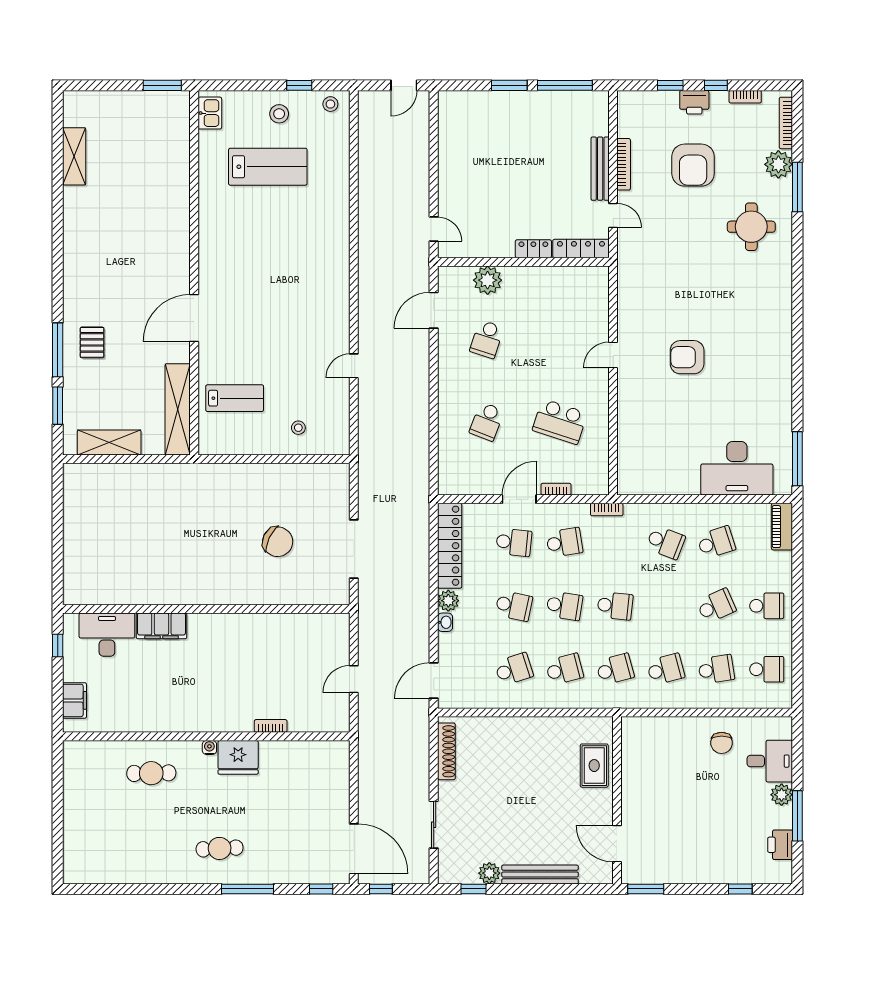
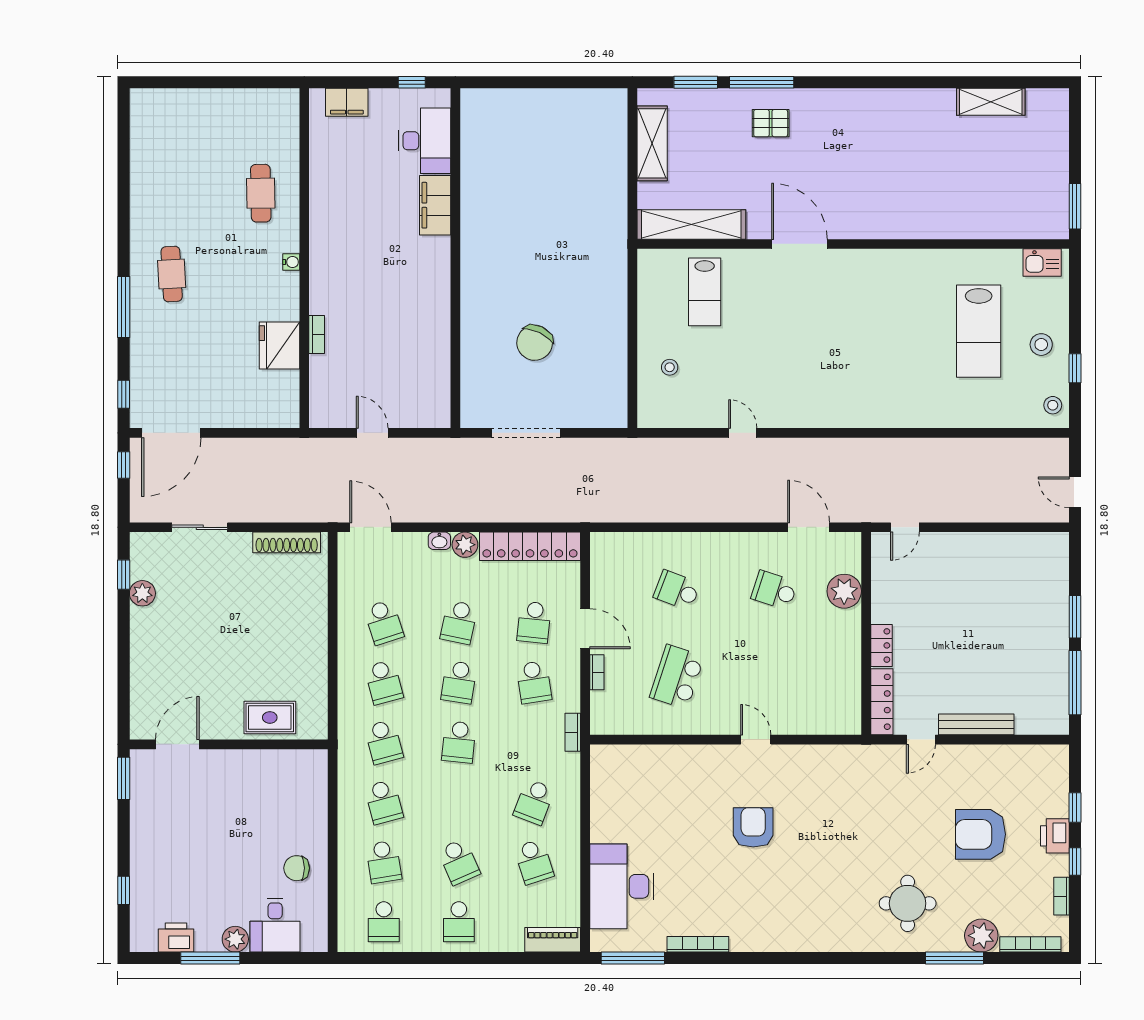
bookcase: (624, 164) -> (698, 944), moved, turned 180
fridge: (238, 757) -> (279, 345), moved
bench: (540, 875) -> (141, 653), removed

